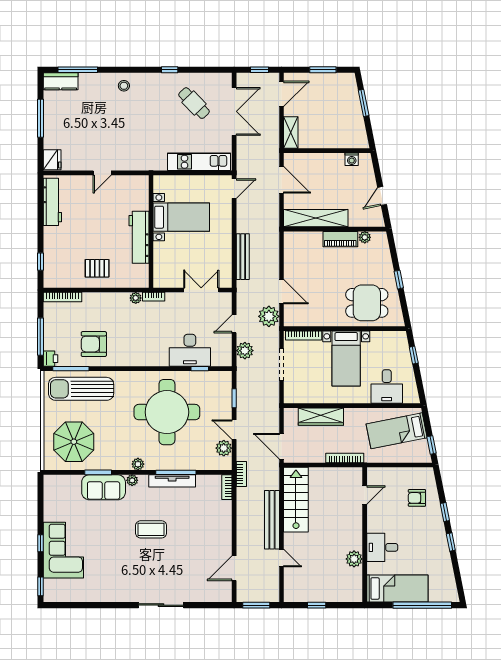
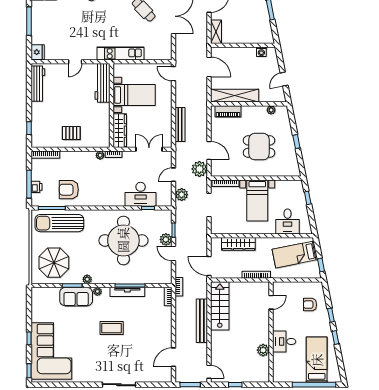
kitchen unit: (199, 162) -> (120, 54), moved
door: (234, 189) -> (174, 74), swing flipped
workbench: (139, 237) -> (103, 83), moved
piano: (340, 239) -> (228, 111), moved
wardrobe: (162, 265) -> (120, 131), added
dining table: (367, 303) -> (259, 147), moved
printer: (51, 359) -> (36, 187), moved
plant: (224, 448) -> (166, 239), moved
plant: (138, 464) -> (87, 279), moved
corner sofa: (63, 550) -> (51, 351), width x1.36, depth x1.36
door: (282, 558) -> (209, 372), moved
bed: (397, 588) -> (317, 360), moved, turned -90

